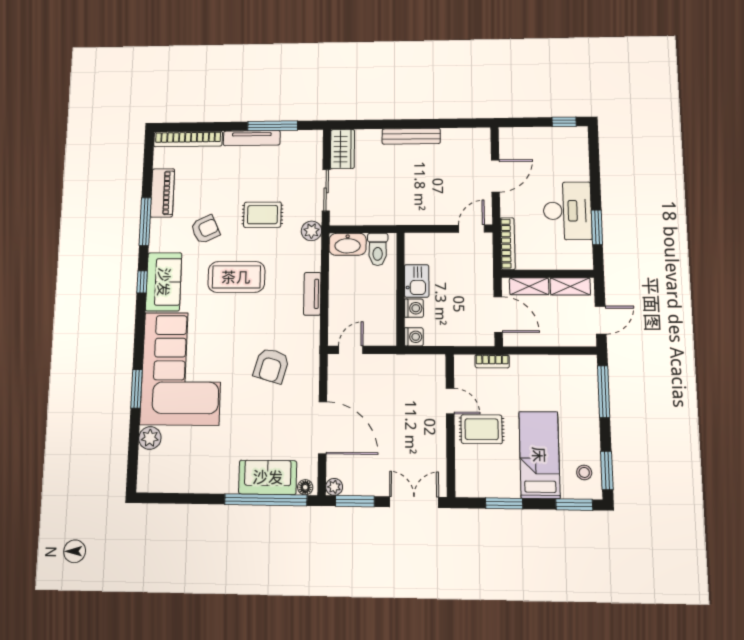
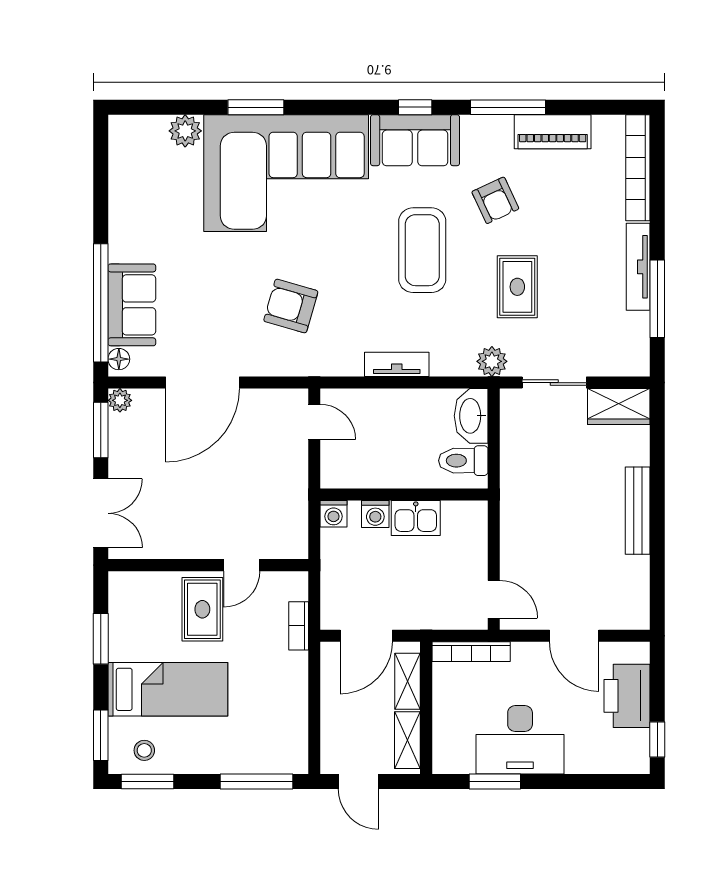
printer: (535, 141) -> (627, 696), added

